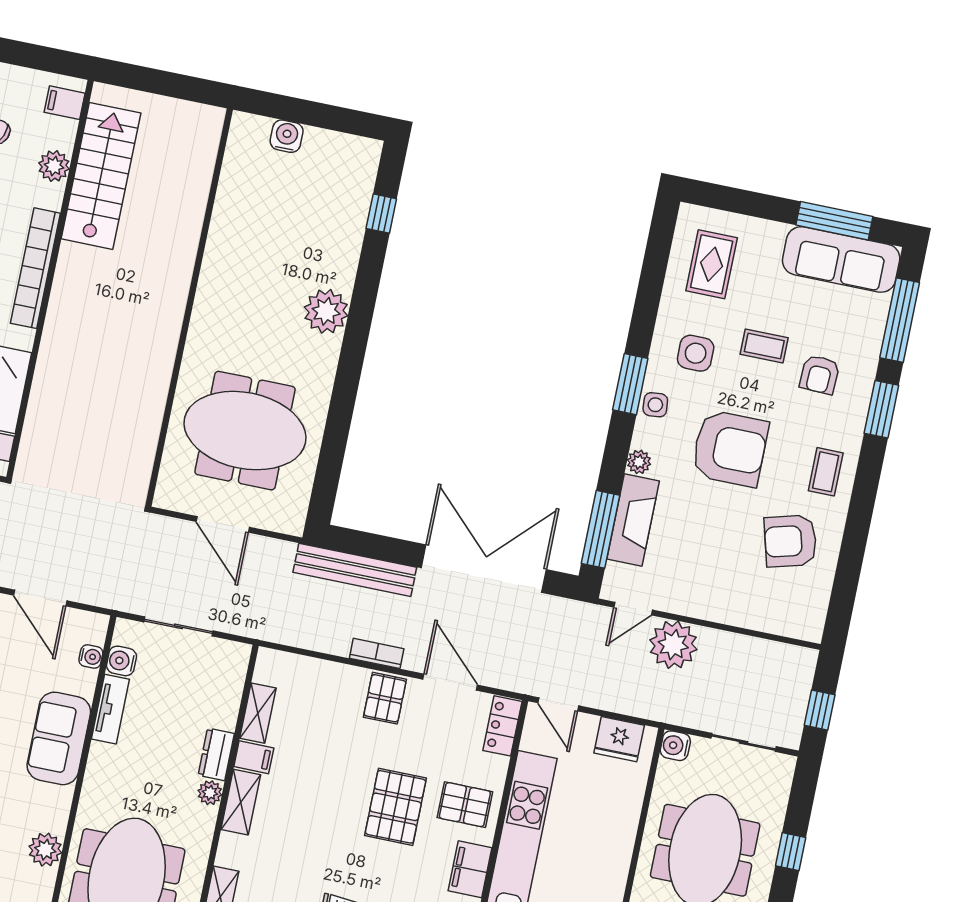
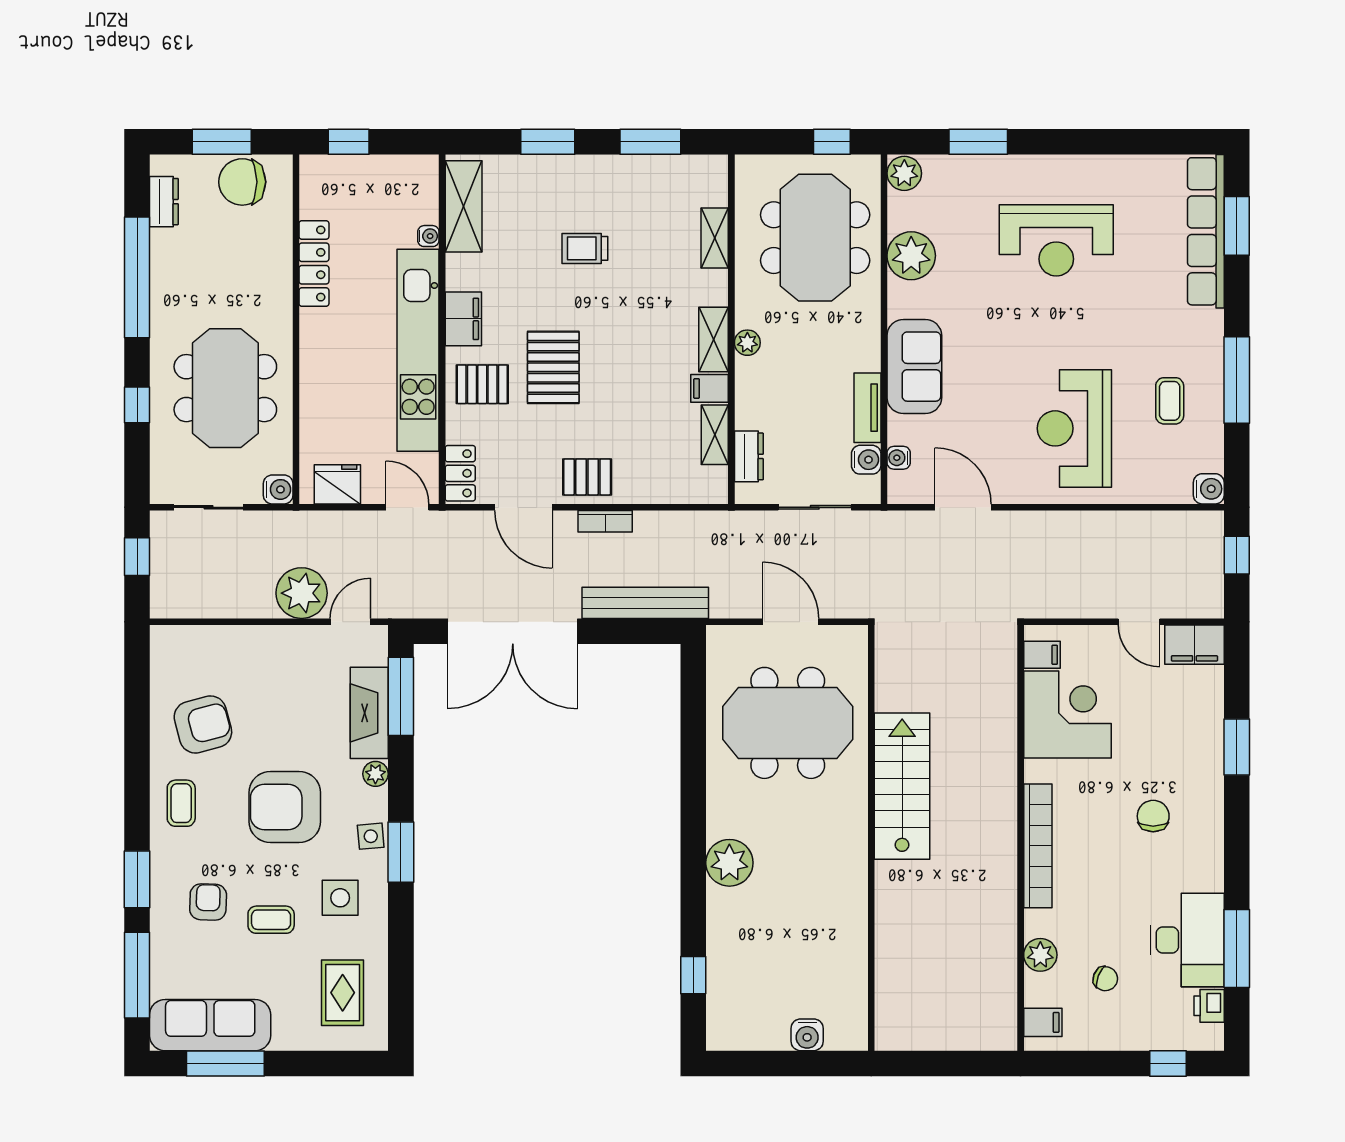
stairs: (101, 176) -> (902, 786), moved, turned 180
pallet: (385, 698) -> (587, 477), turned 90
dresser: (216, 754) -> (749, 456), moved
plant: (45, 850) -> (911, 256), width x1.36, depth x1.36

